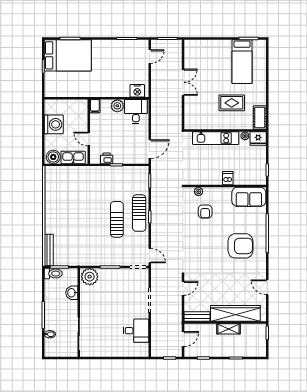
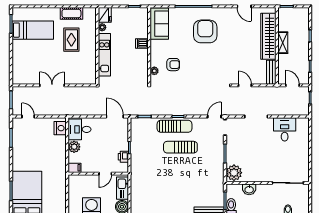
cot: (260, 118) -> (71, 13), moved
door: (267, 287) -> (244, 6), hinge flipped

